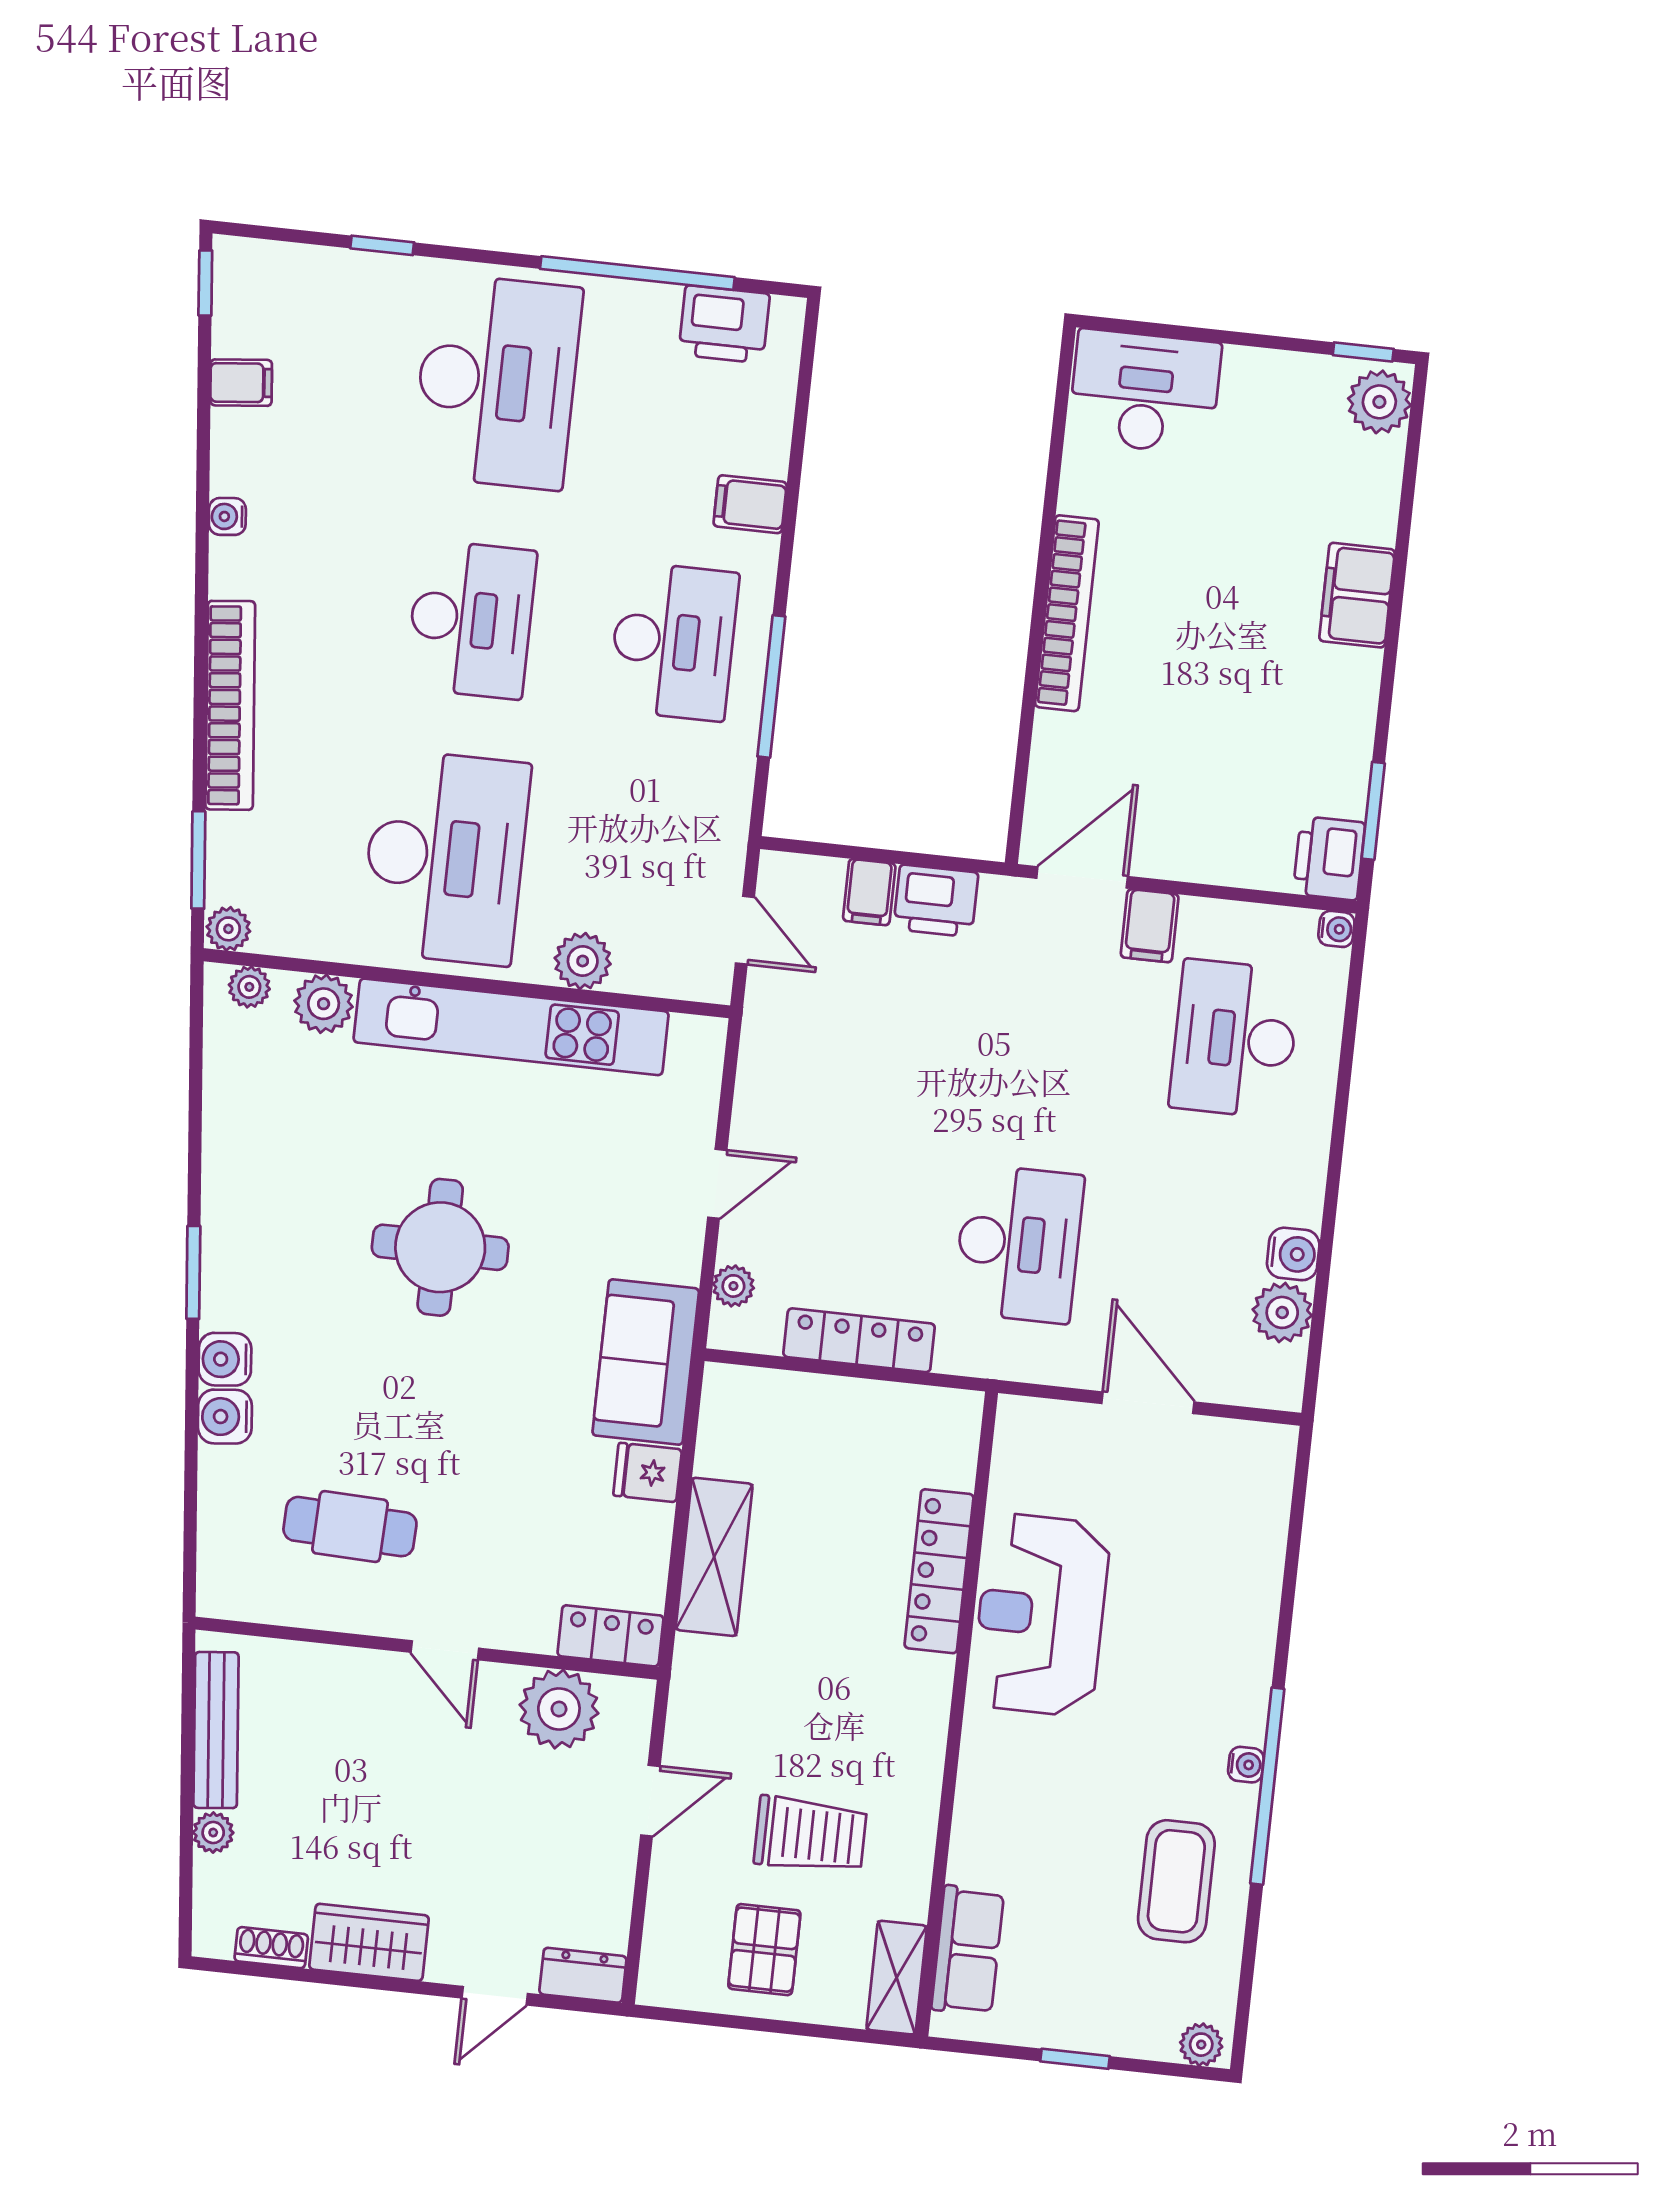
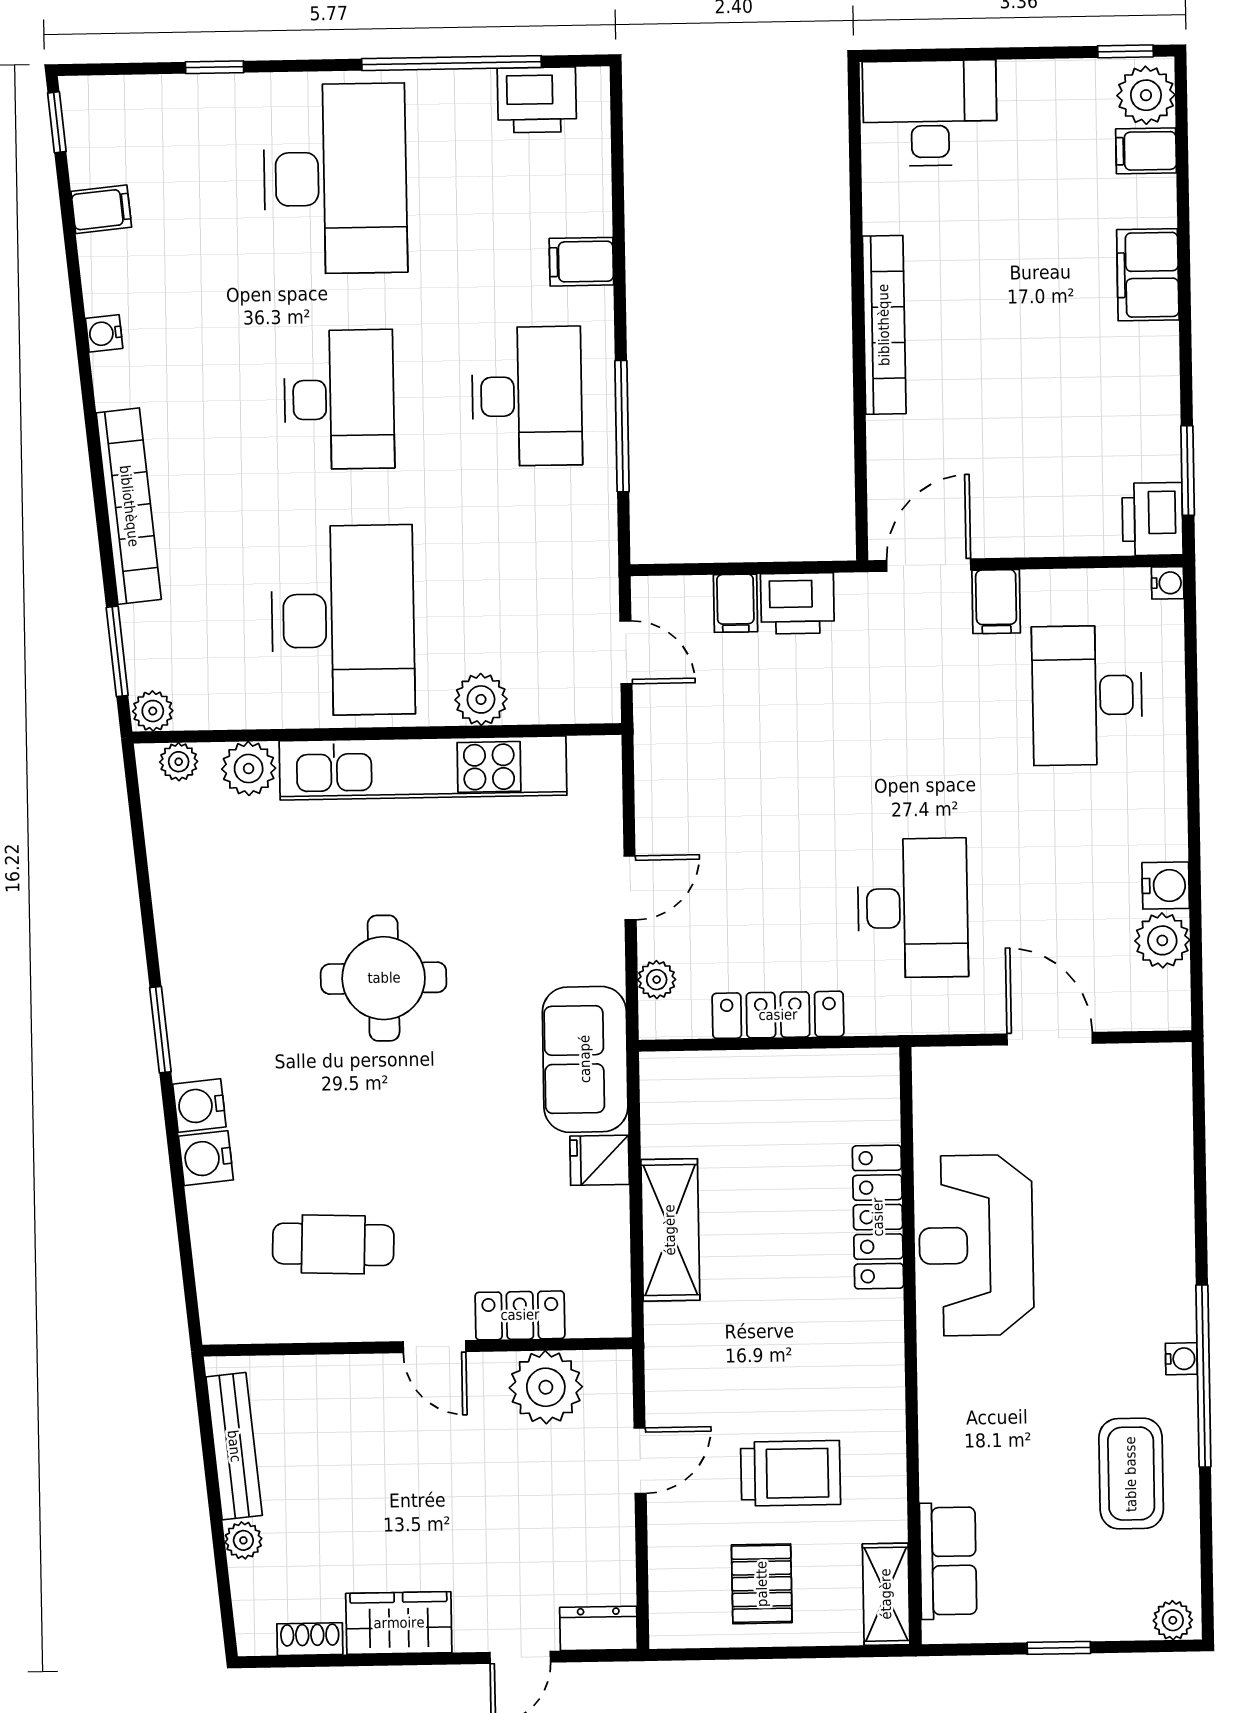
filing cabinet: (1372, 462) -> (1146, 151), added
locker: (610, 1636) -> (520, 1315), moved

